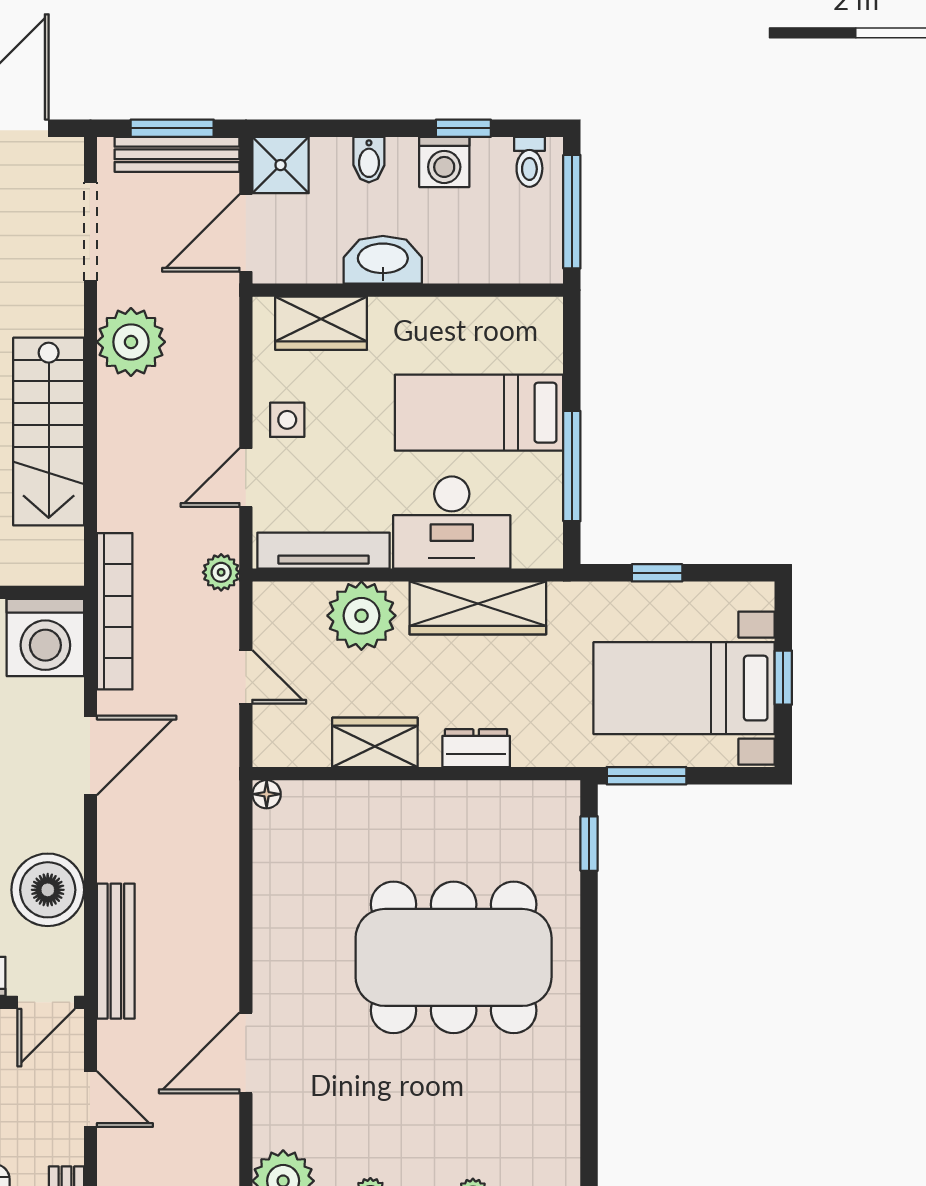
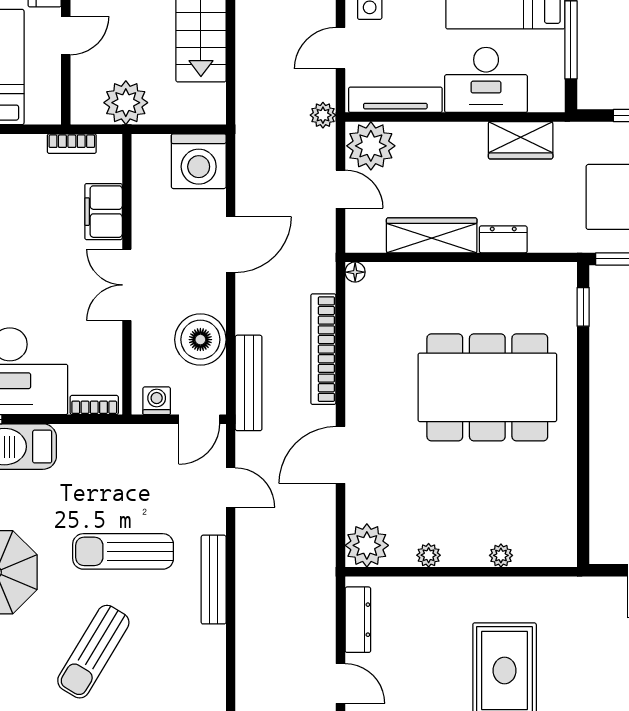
wardrobe: (478, 608) -> (521, 140), width x0.67
bookcase: (115, 611) -> (323, 349), moved, turned 180
plant: (361, 616) -> (371, 146), moved
wardrobe: (375, 742) -> (432, 235), width x1.50

